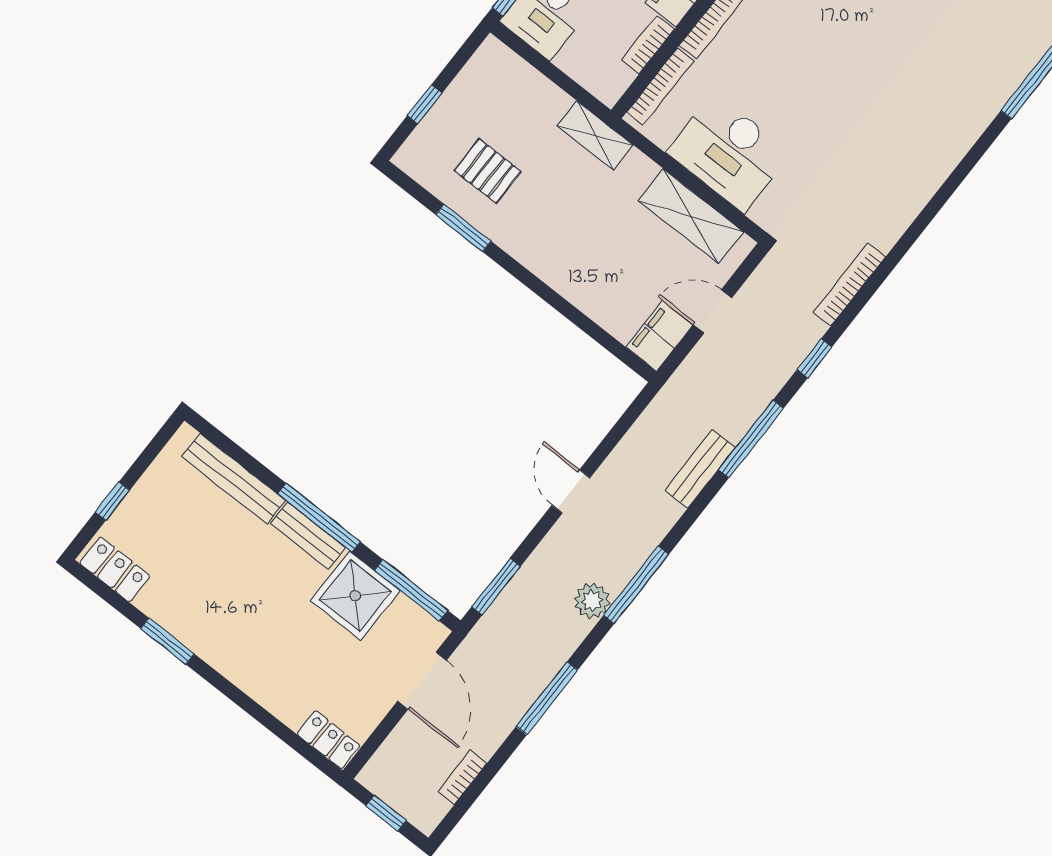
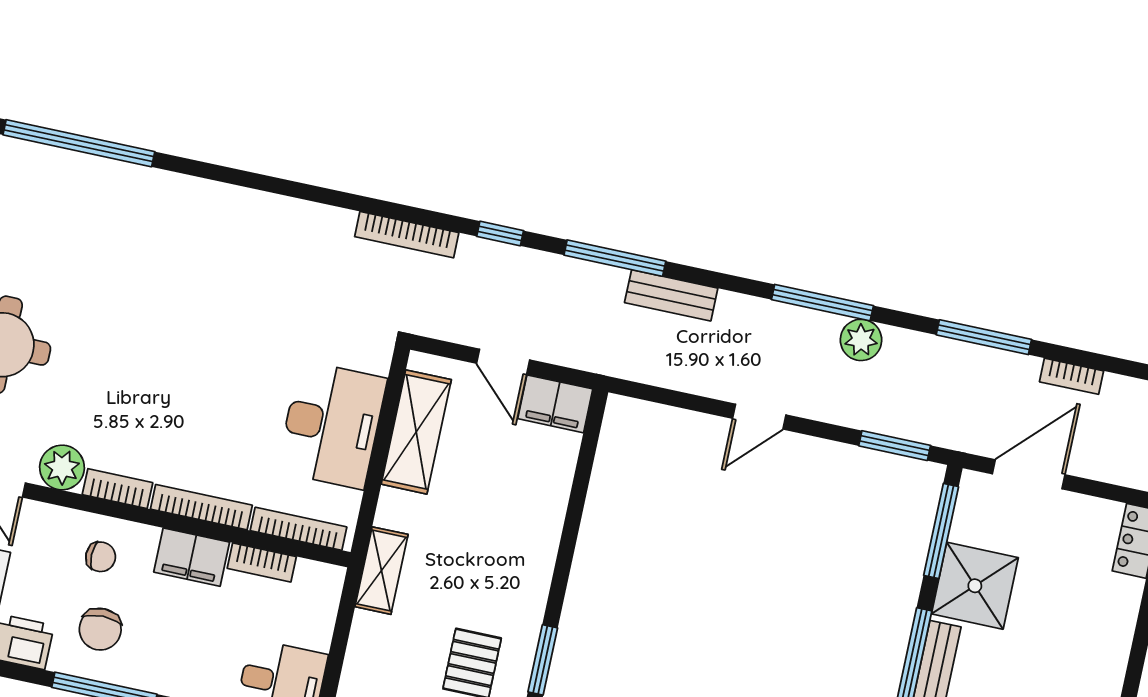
bookcase: (462, 778) -> (1072, 376), moved

